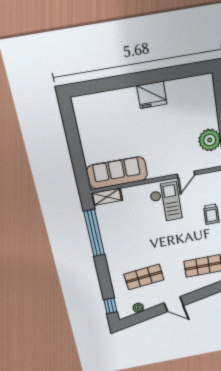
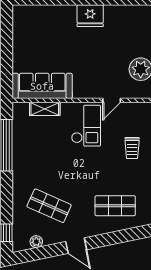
shelving: (107, 197) -> (45, 109), moved
shop shelf: (144, 277) -> (49, 206), turned 30

